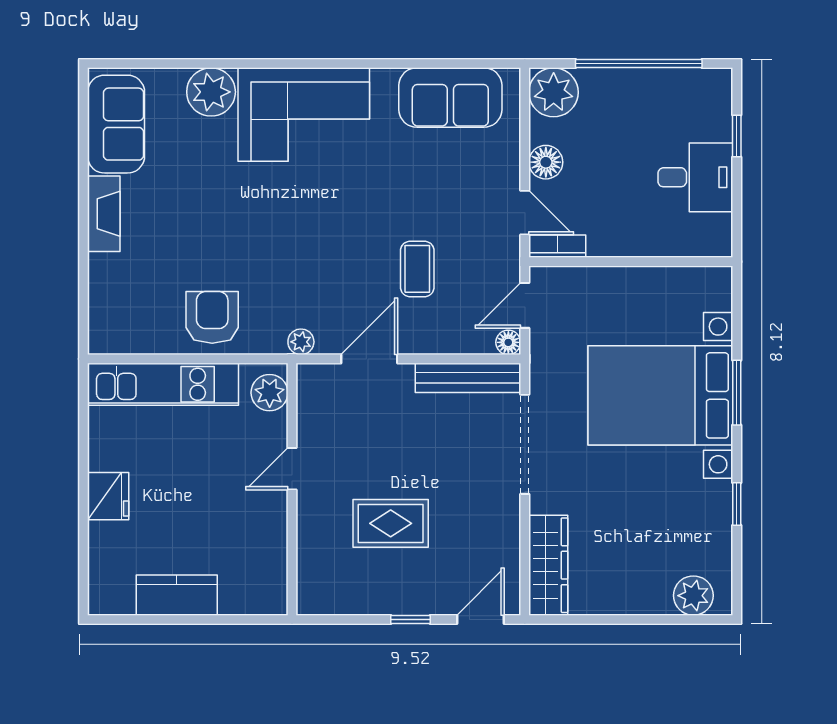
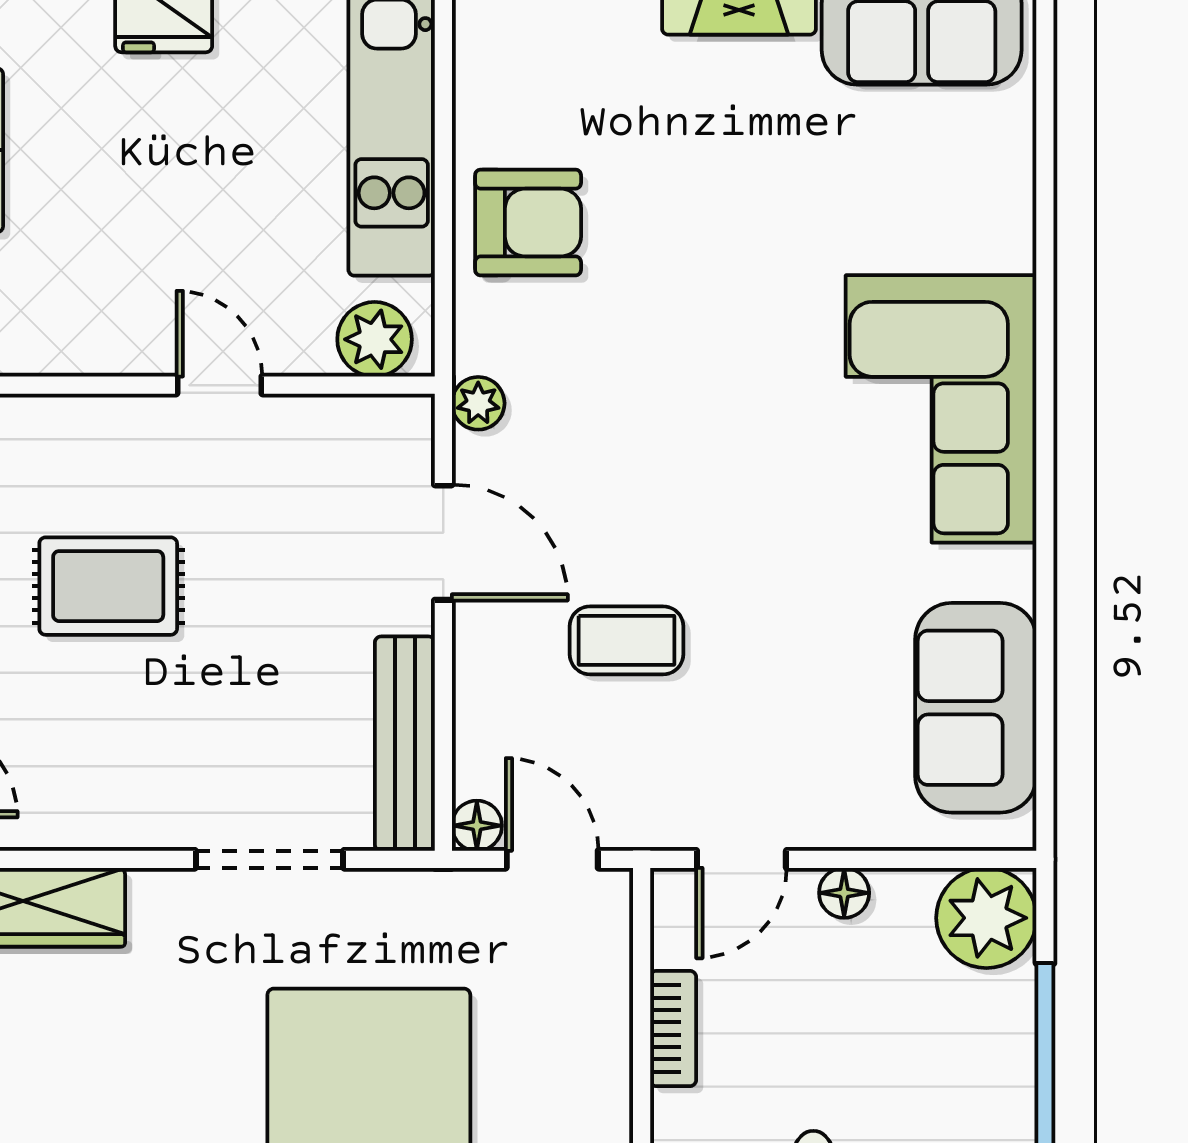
plant: (211, 92) -> (987, 220), removed
floor lamp: (546, 162) -> (844, 893), width x0.73, depth x0.73
bookcase: (557, 246) -> (673, 1029), moved
doorway: (525, 444) -> (269, 859), width x0.73
rug: (391, 523) -> (108, 586), turned 90

